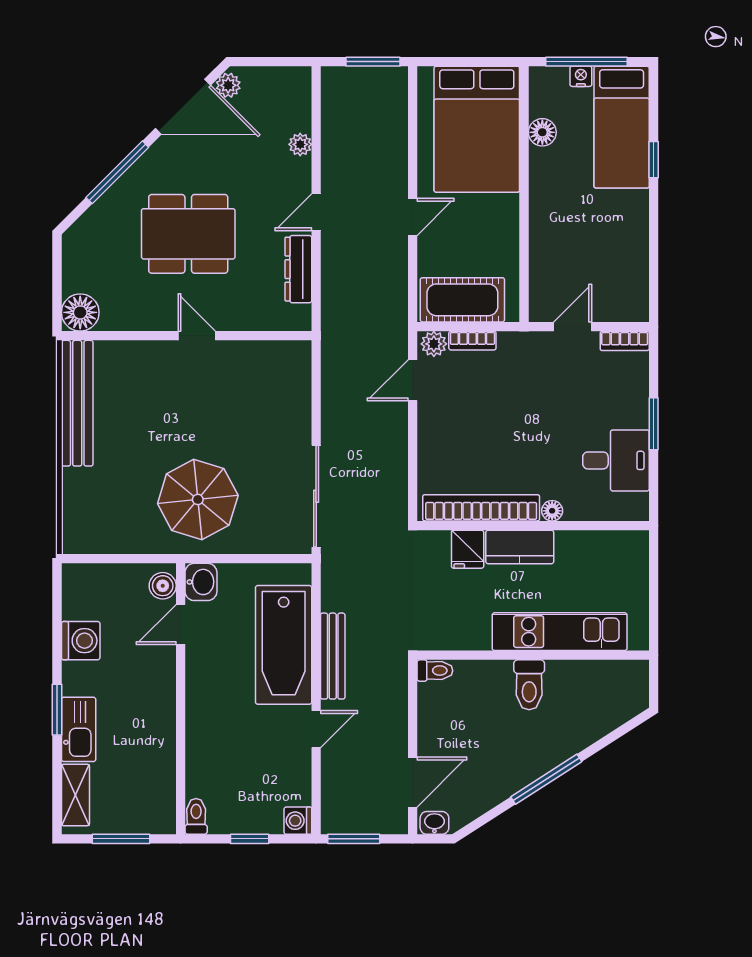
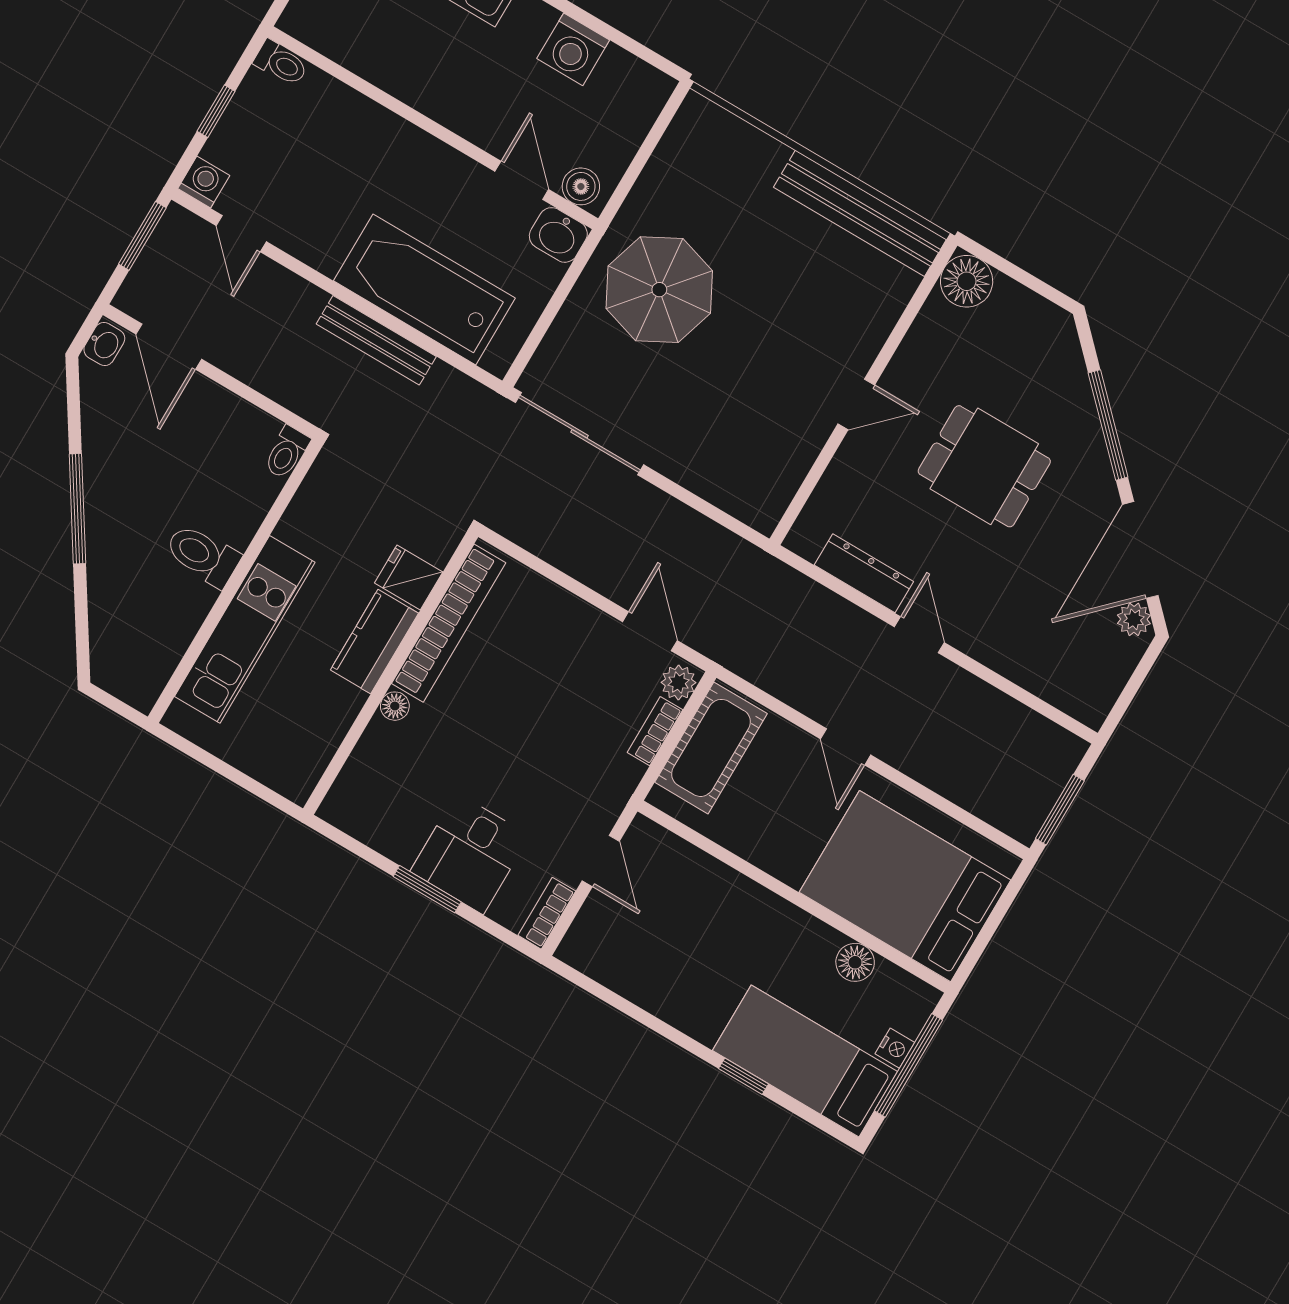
plant: (300, 144) -> (1012, 664), removed
dining table: (188, 234) -> (984, 466), width x0.73
desk: (616, 460) -> (470, 854), moved
door: (316, 729) -> (241, 234), moved

